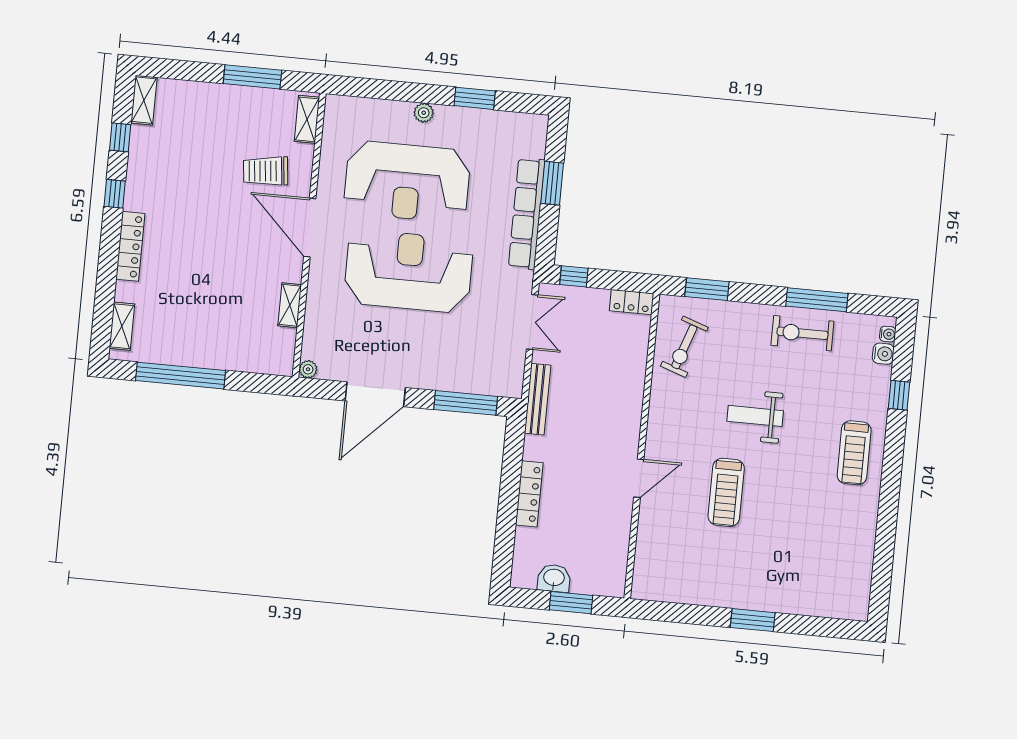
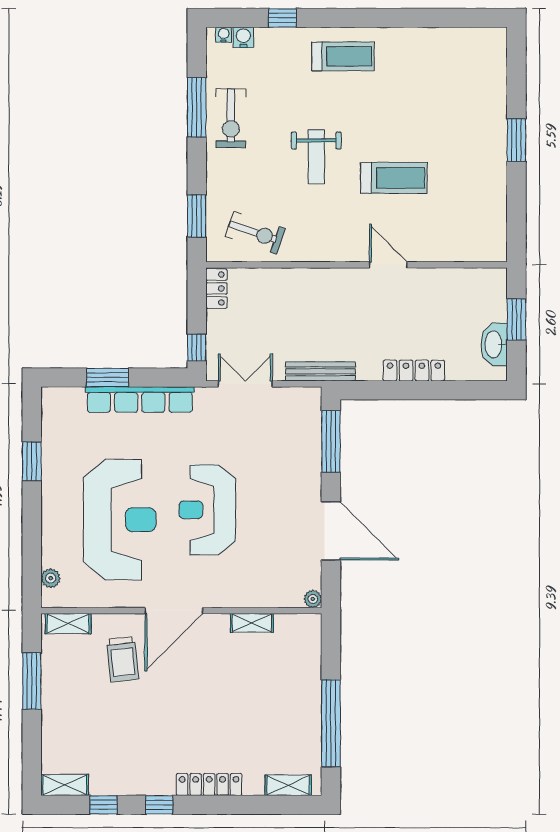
plant: (424, 113) -> (51, 578), moved
reception desk: (409, 271) -> (207, 510), width x0.74, depth x0.77
washbasin: (554, 578) -> (494, 344), width x1.38

